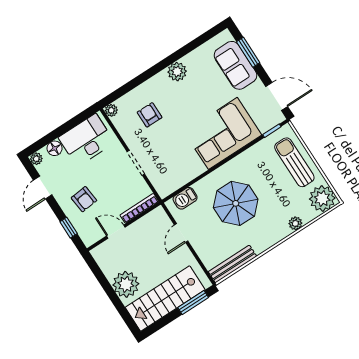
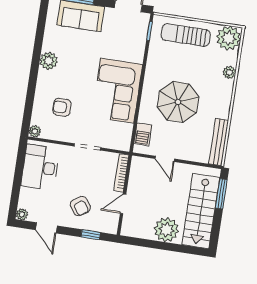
corner sofa: (223, 133) -> (117, 91), moved
floor lamp: (55, 148) -> (26, 195), removed
armchair: (84, 199) -> (80, 206), turned 61

